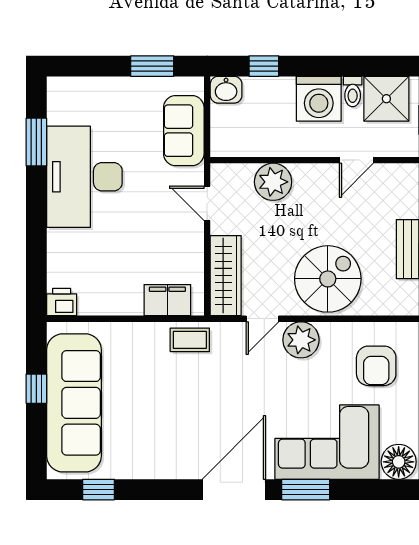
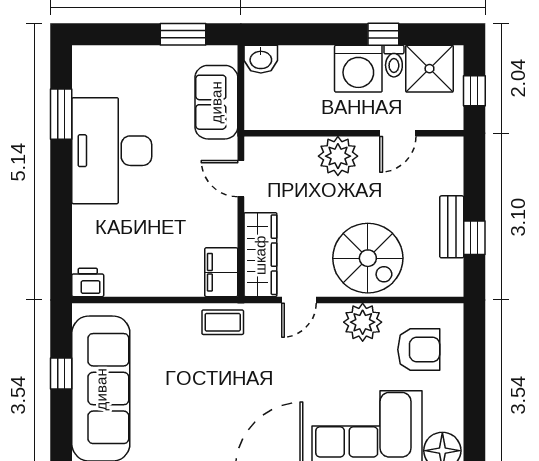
window: (264, 66) -> (383, 34), moved
plant: (273, 182) -> (338, 156), moved
spiral stairs: (328, 279) -> (368, 258), turned 90
filing cabinet: (167, 300) -> (221, 272), moved, turned -90
plant: (301, 340) -> (363, 322), moved
armchair: (376, 366) -> (419, 350), turned -90

